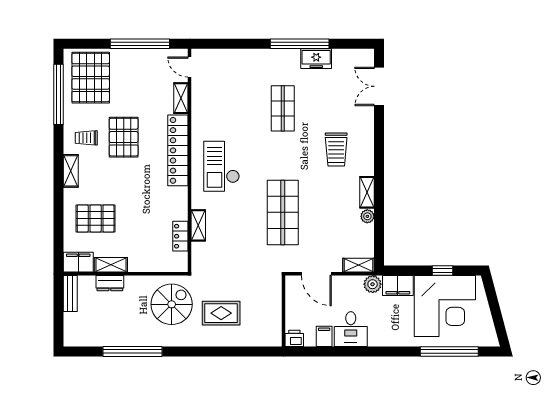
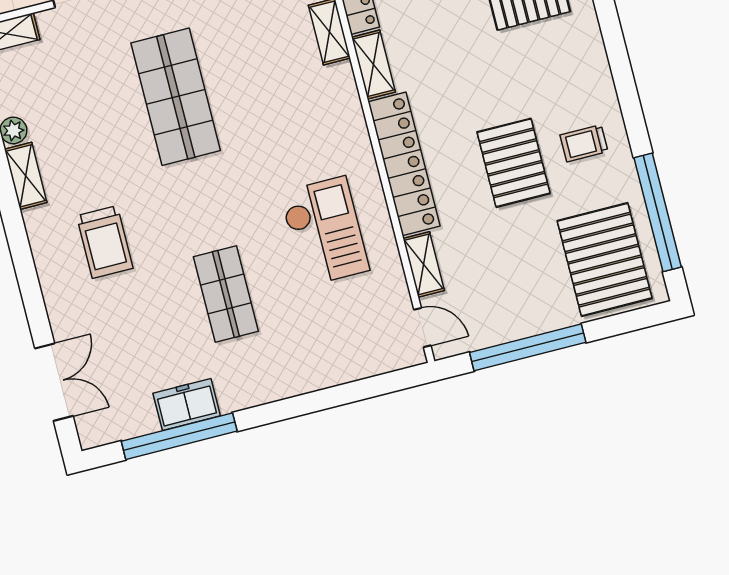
window: (300, 44) -> (179, 436), moved
trolley: (86, 138) -> (584, 143), turned 180
trolley: (336, 149) -> (105, 242), turned 180
checkout: (222, 166) -> (324, 231), moved
shelving: (71, 171) -> (373, 65), moved

